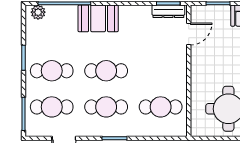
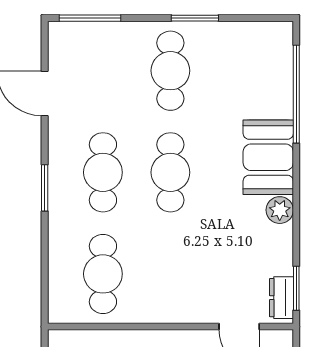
dresser: (168, 11) -> (281, 298), width x0.70
plant: (38, 12) -> (280, 210), moved
cafe table: (52, 107) -> (103, 71), removed

